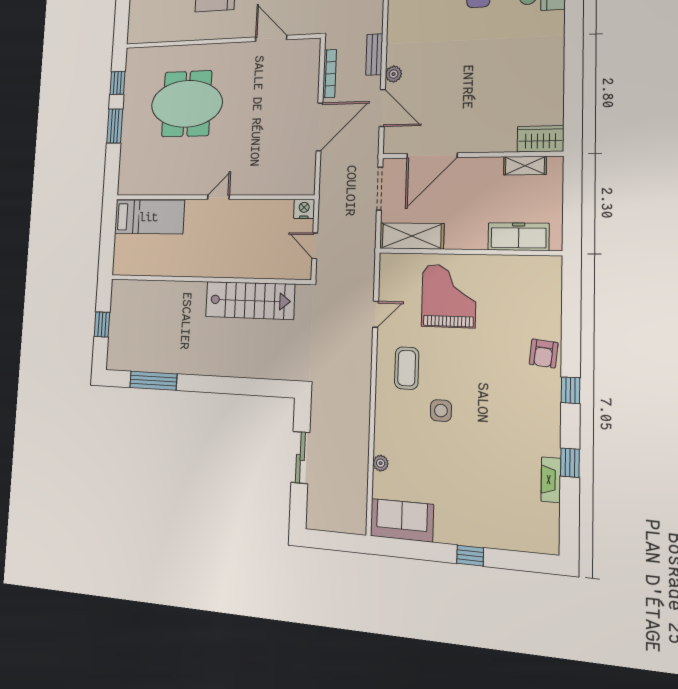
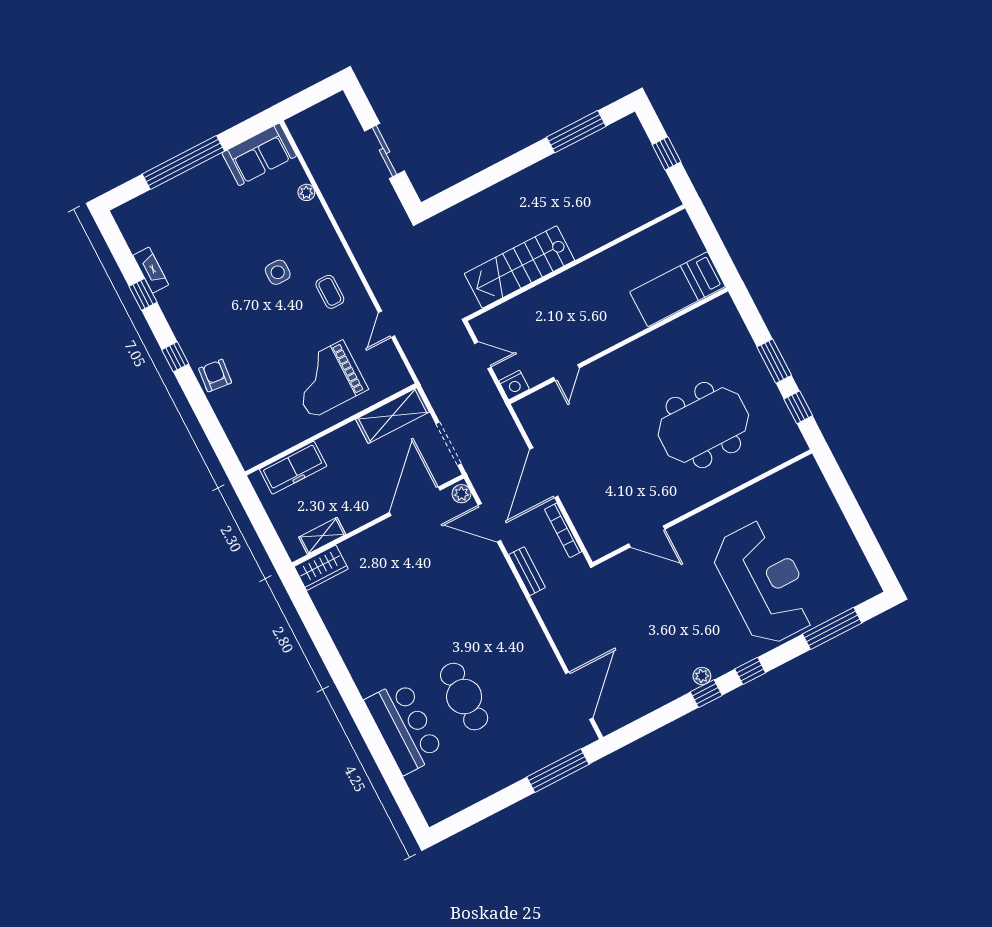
plant: (394, 74) -> (461, 494), moved
door: (218, 197) -> (566, 373), moved
grand piano: (449, 296) -> (327, 379), turned 90
coffee table: (407, 368) -> (330, 292), width x0.73, depth x0.77
window: (470, 556) -> (183, 162), width x3.17

